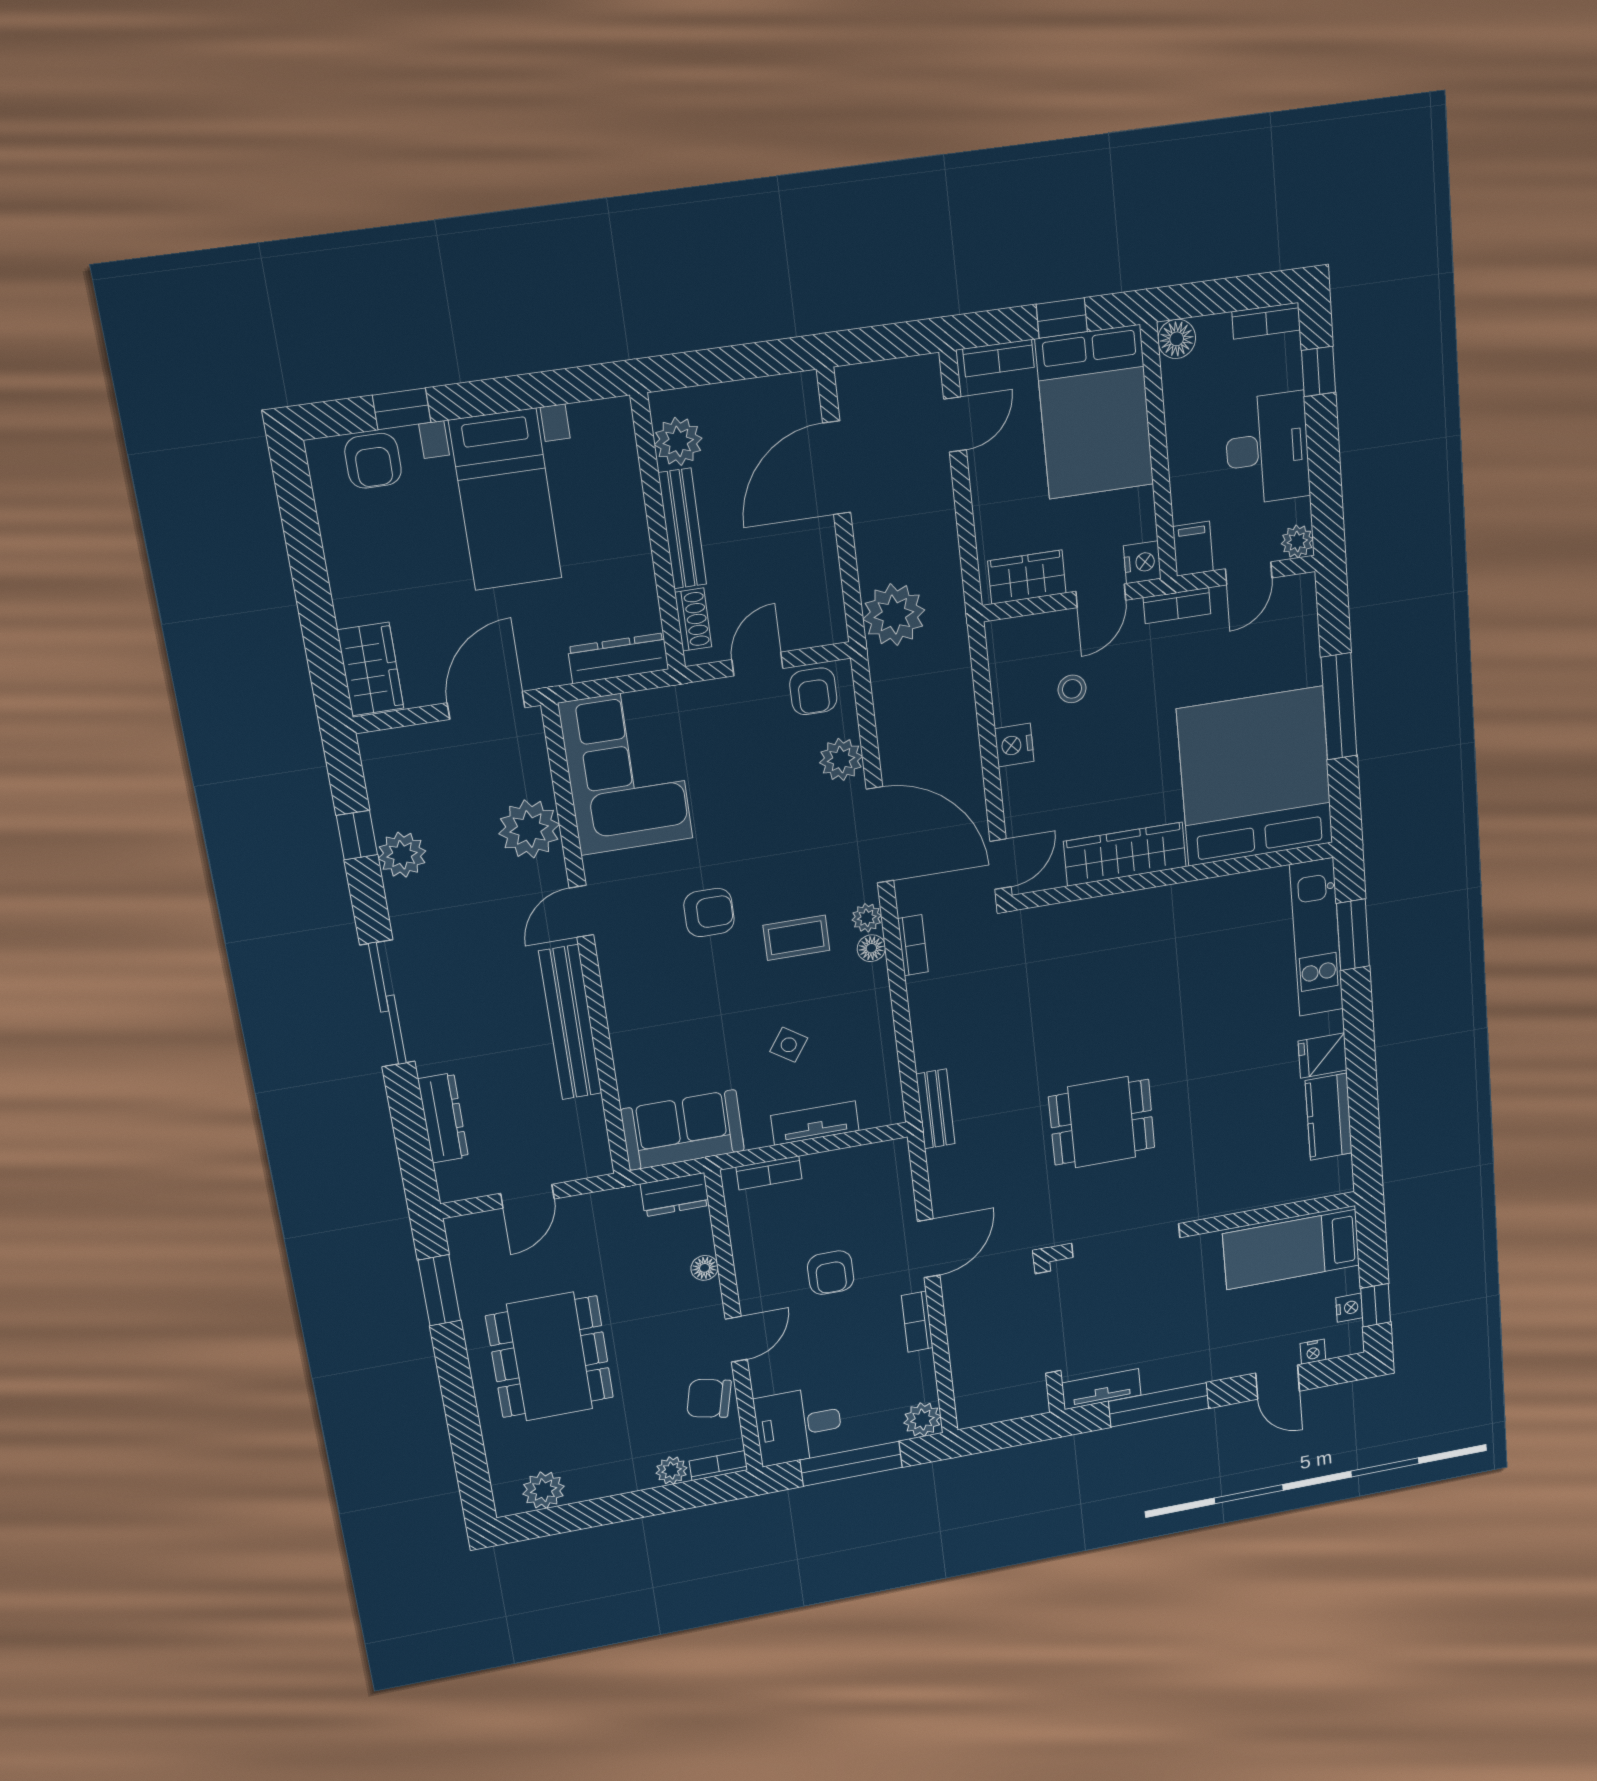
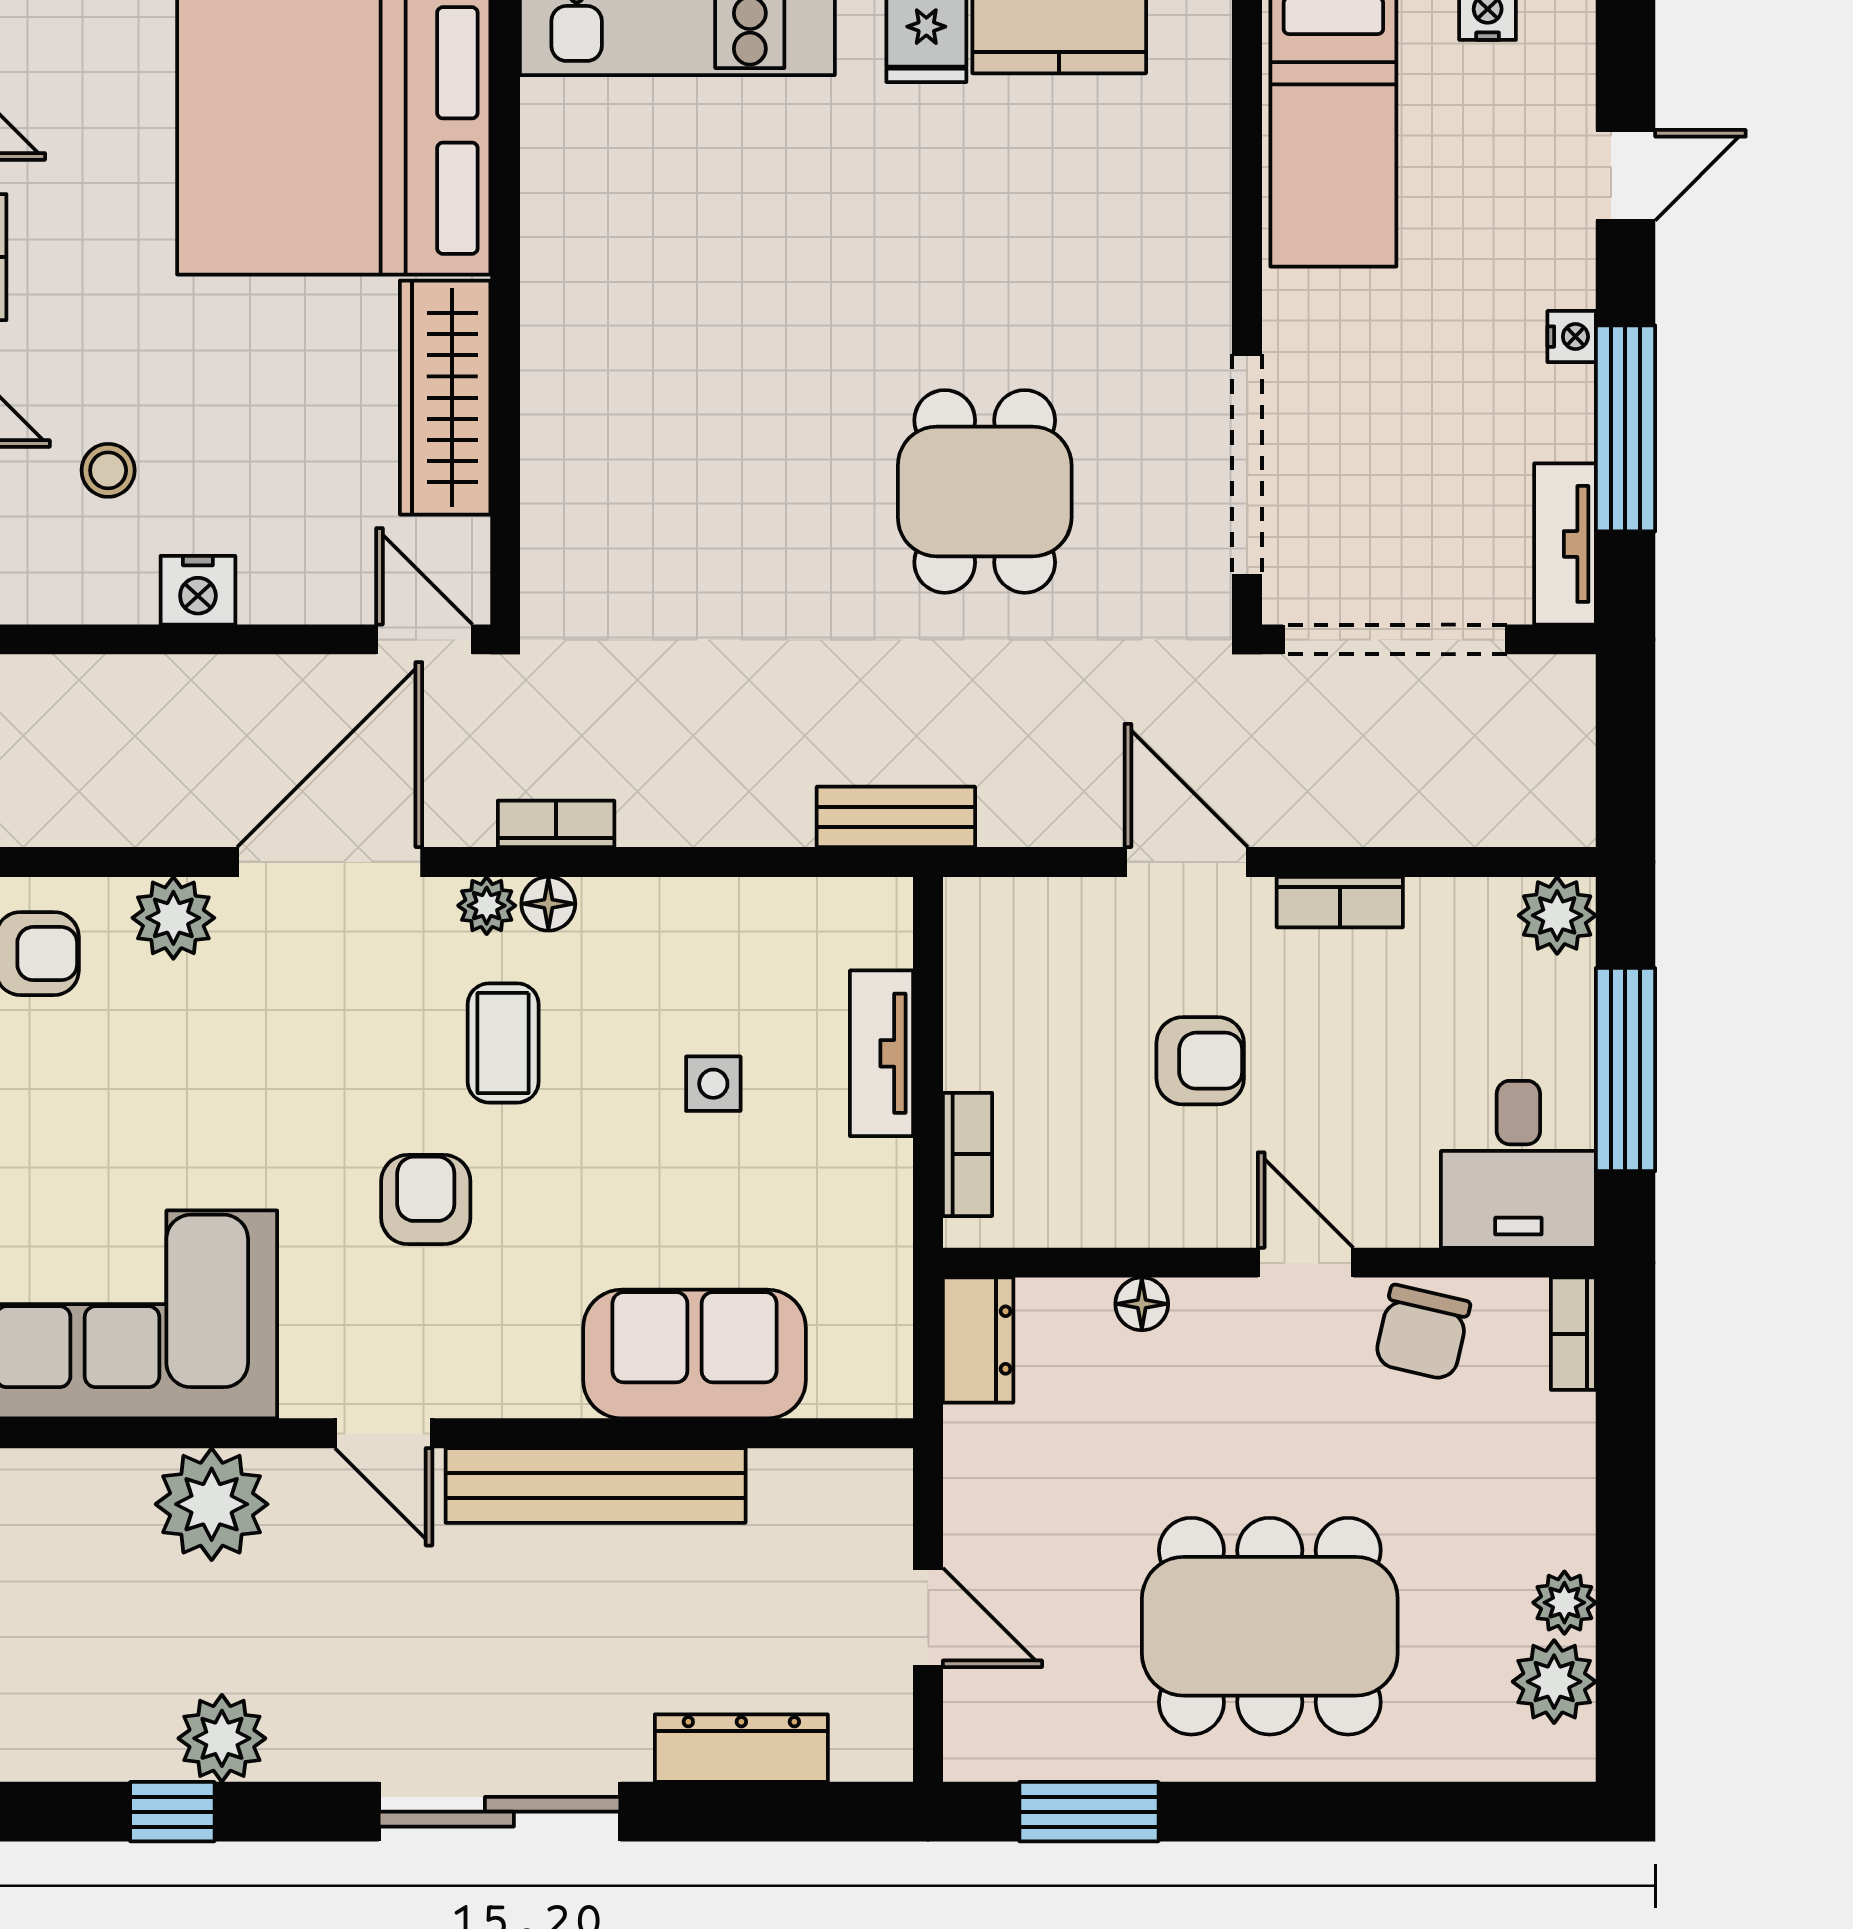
side table: (789, 1045) -> (713, 1084), turned -34
sofa: (683, 1130) -> (695, 1354), moved, turned 90
nightstand: (1313, 1352) -> (1572, 337), moved
plant: (672, 1470) -> (1564, 1603), moved

